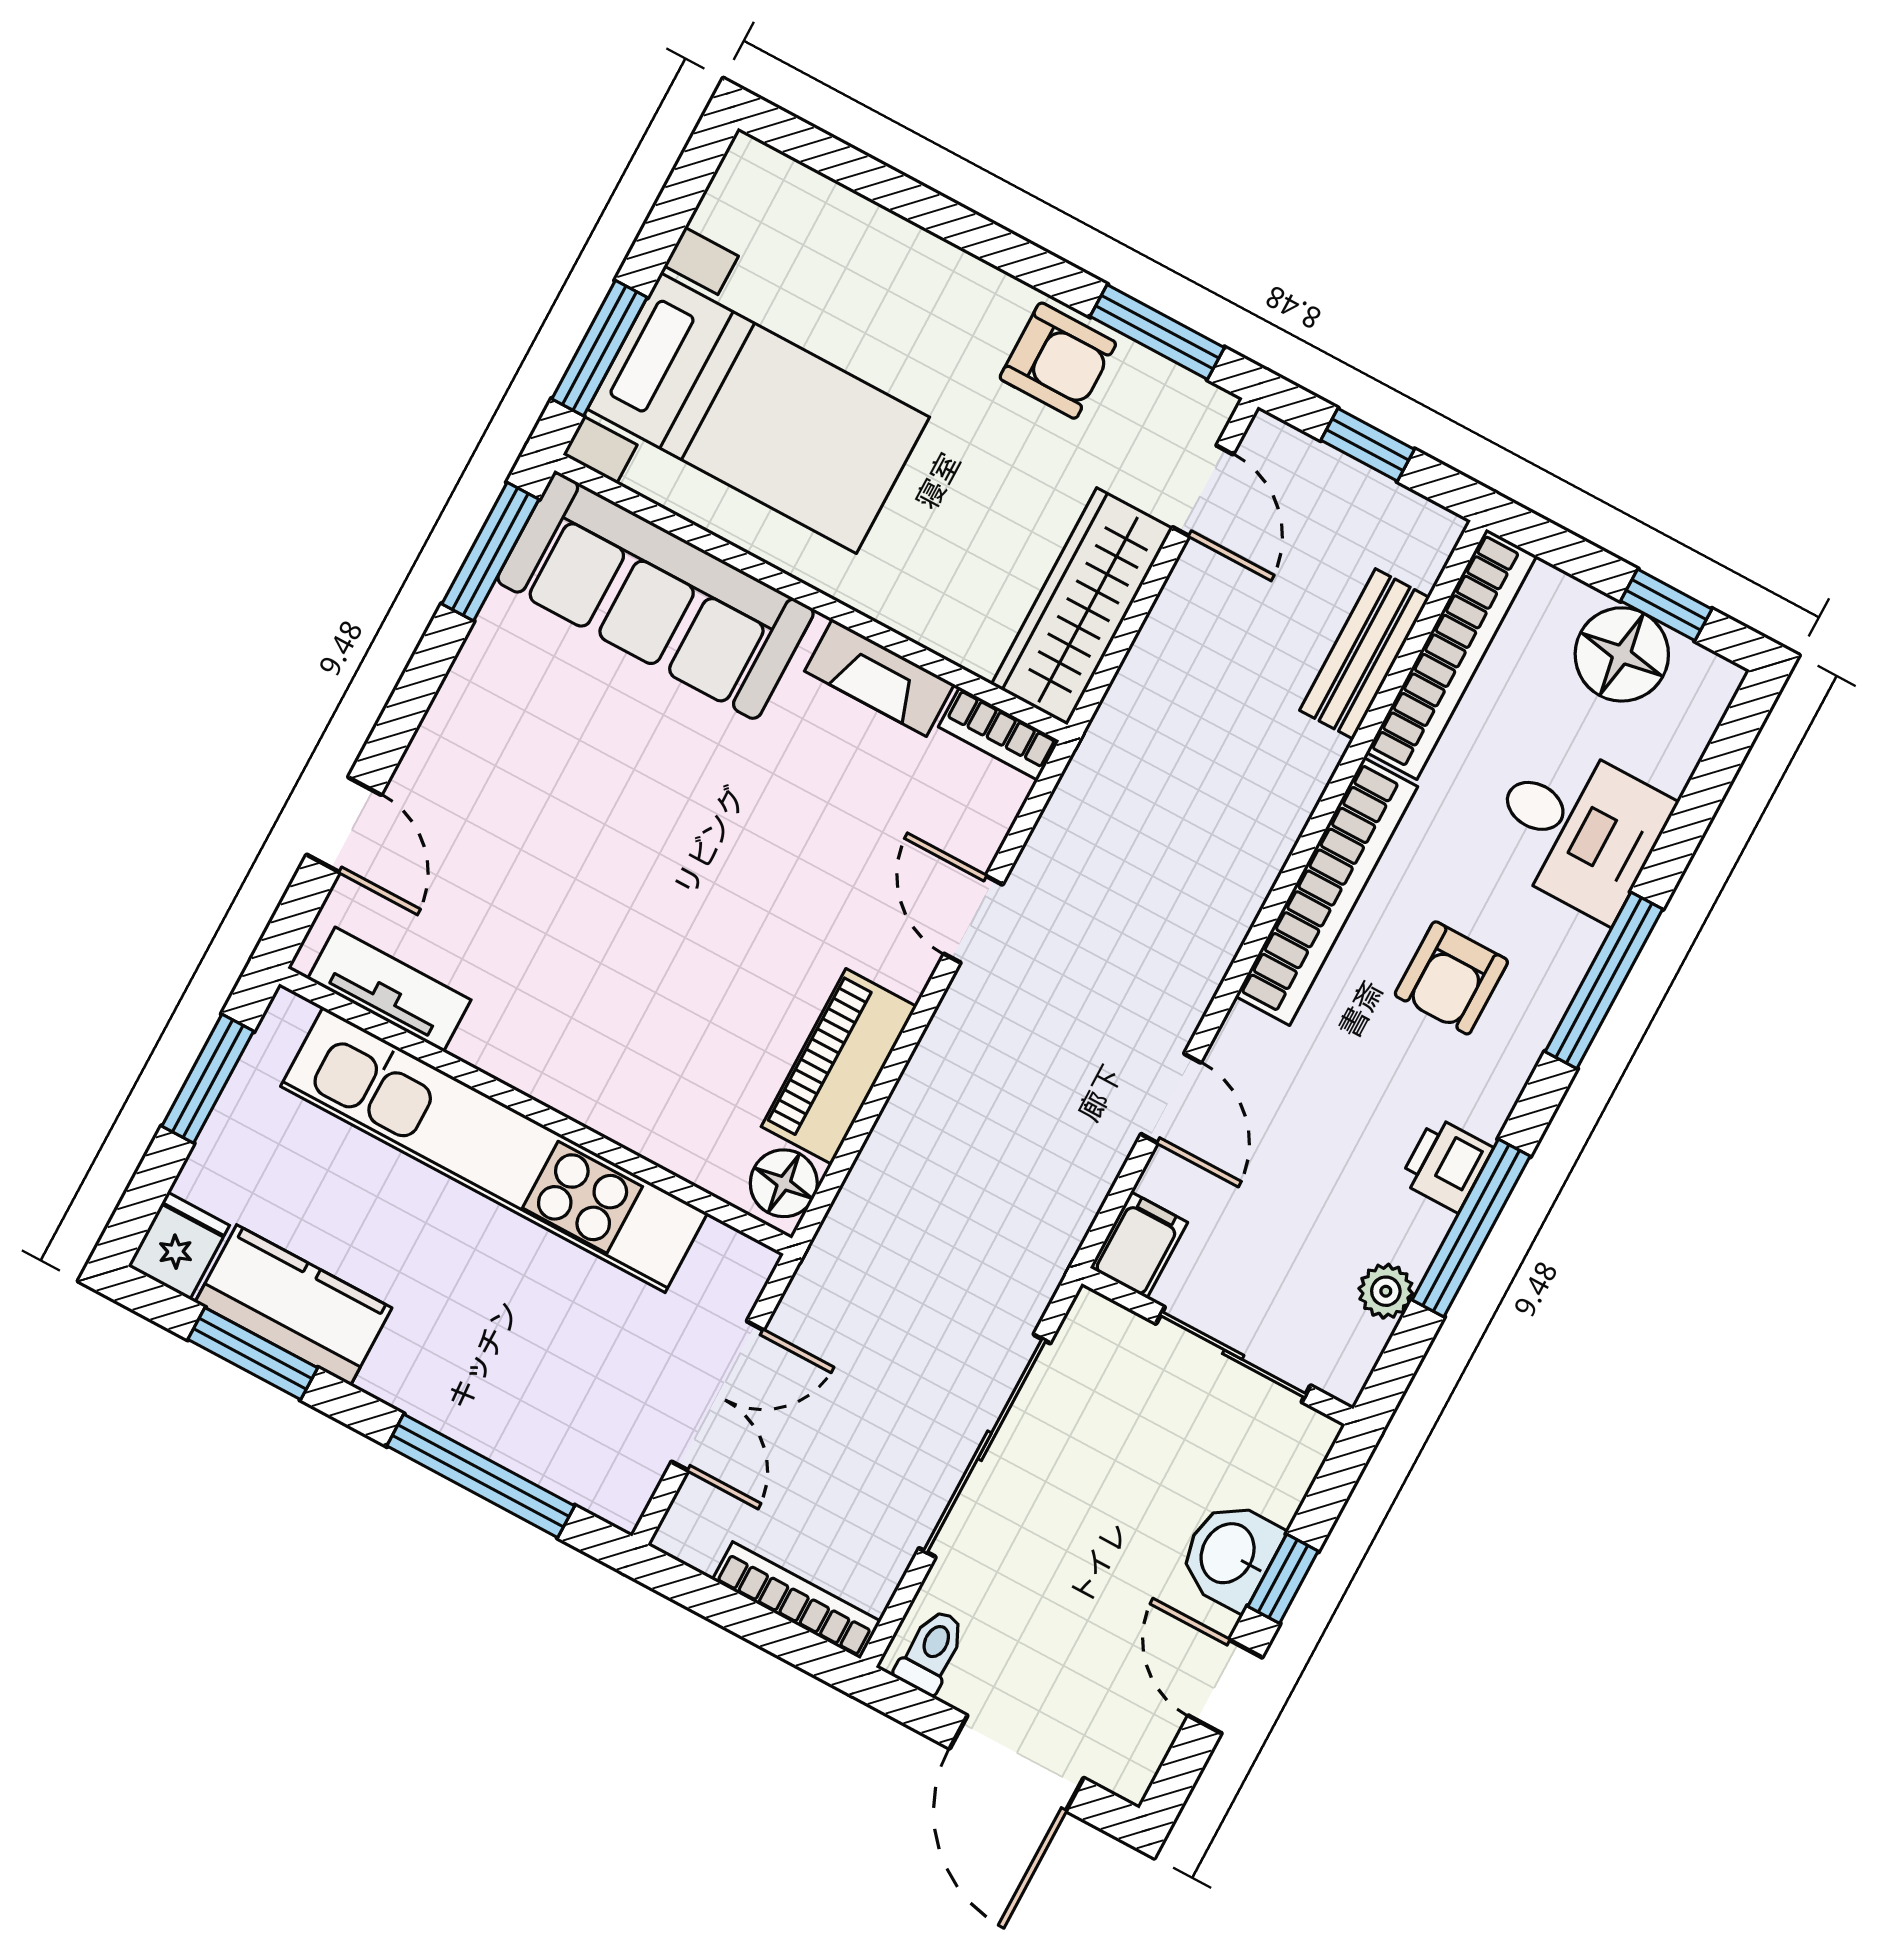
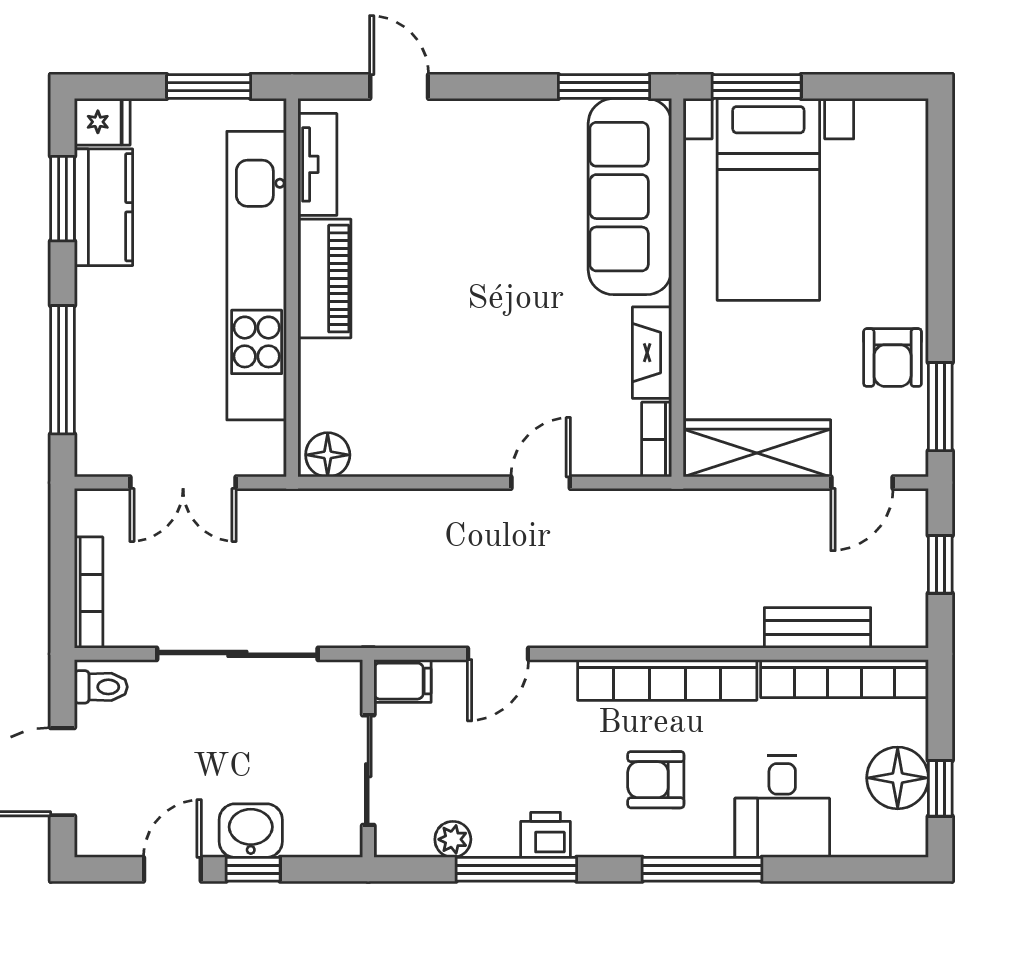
door: (344, 825) -> (399, 87), swing flipped
piano: (839, 1066) -> (324, 279), moved, turned 90

